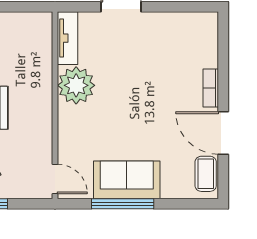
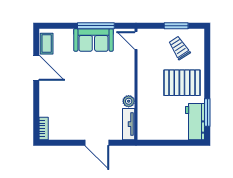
plant: (76, 85) -> (129, 101), width x0.53, depth x0.53
bookcase: (211, 88) -> (44, 128), moved

